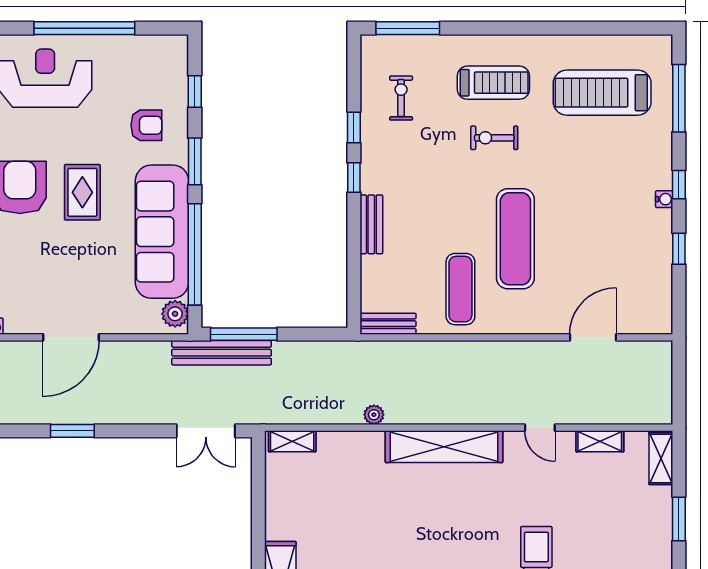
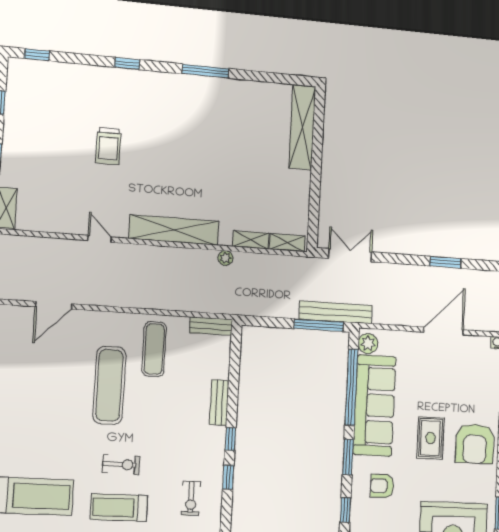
shelving: (600, 441) -> (251, 240), moved

